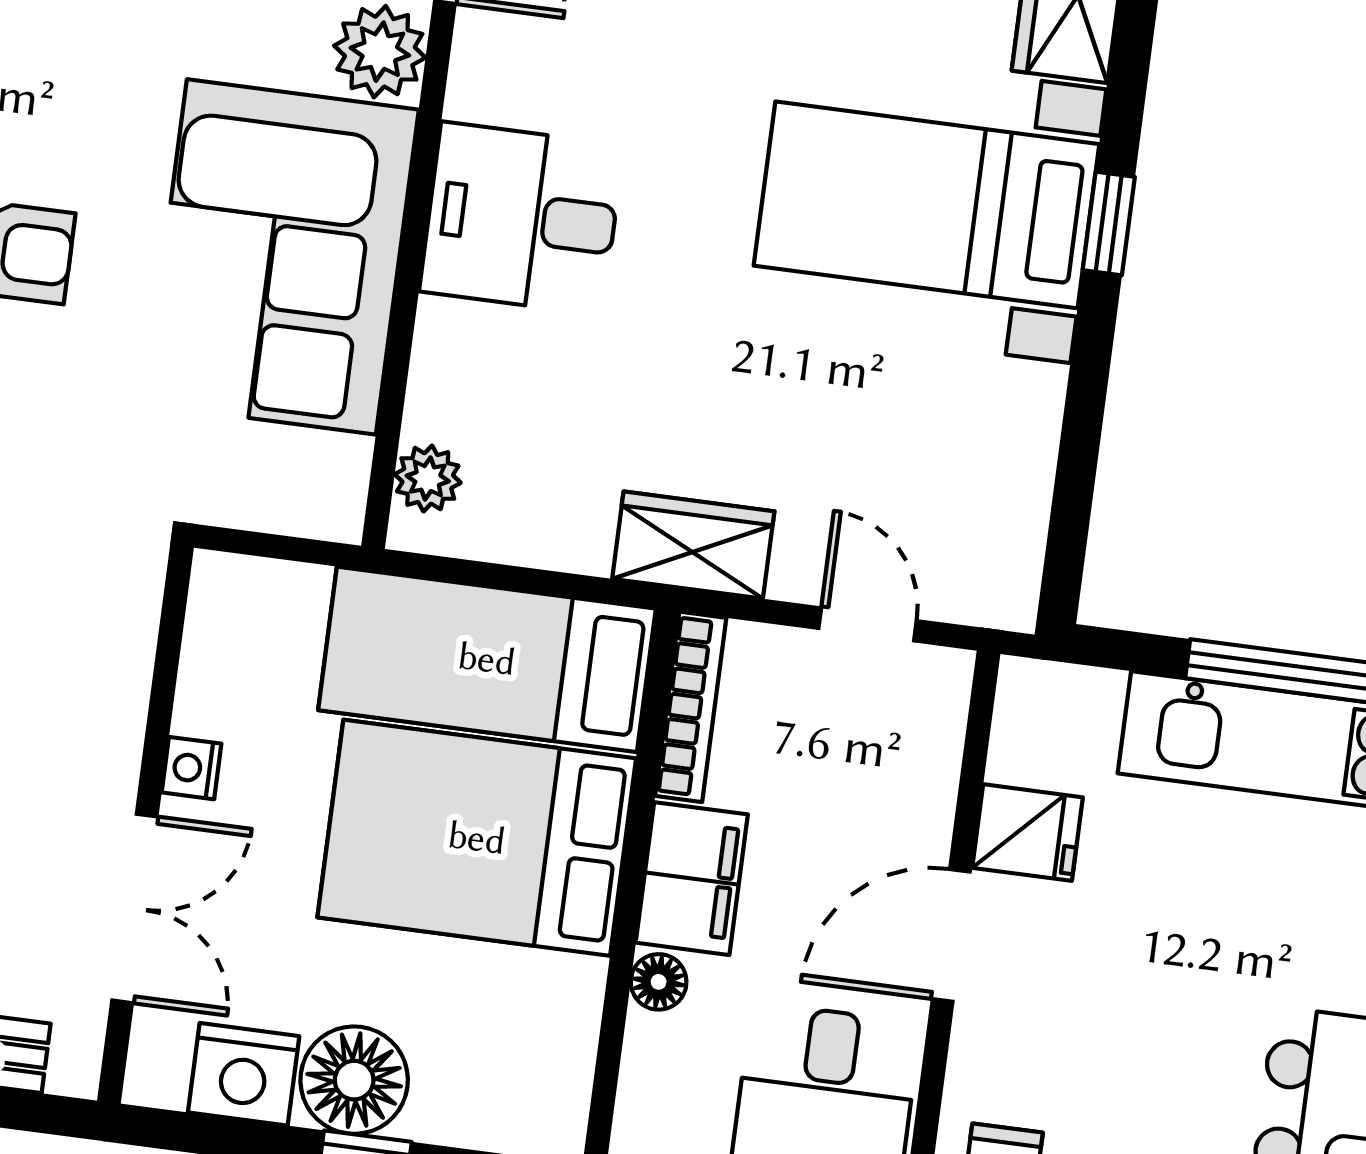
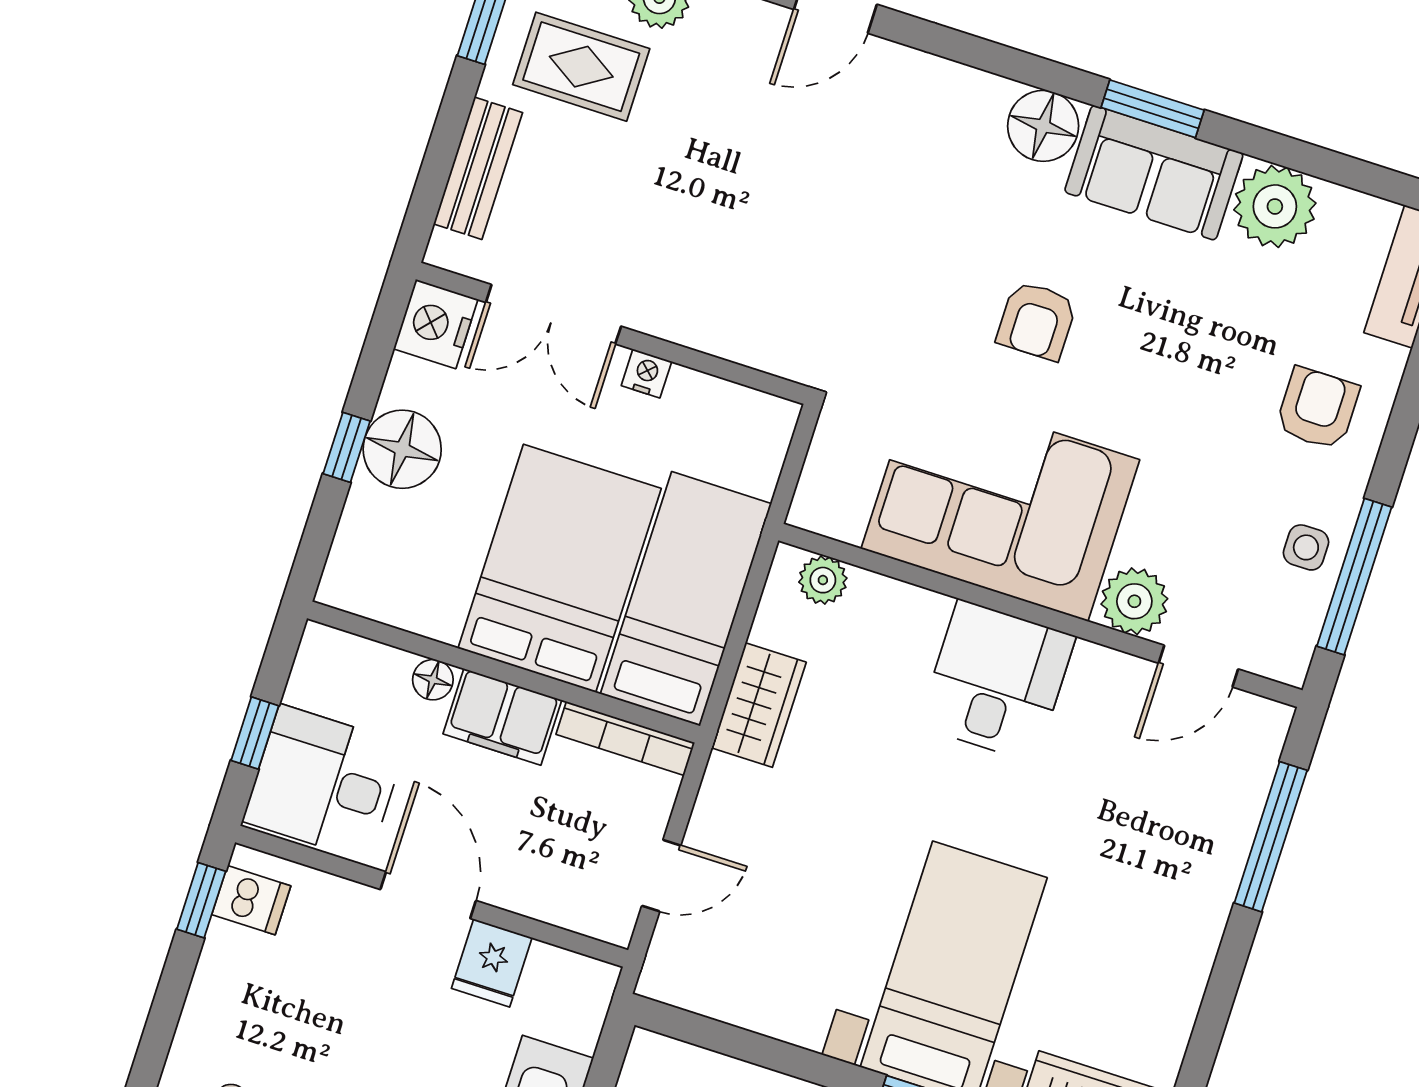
wardrobe: (693, 545) -> (759, 705), moved
nightstand: (244, 1074) -> (436, 324), moved

